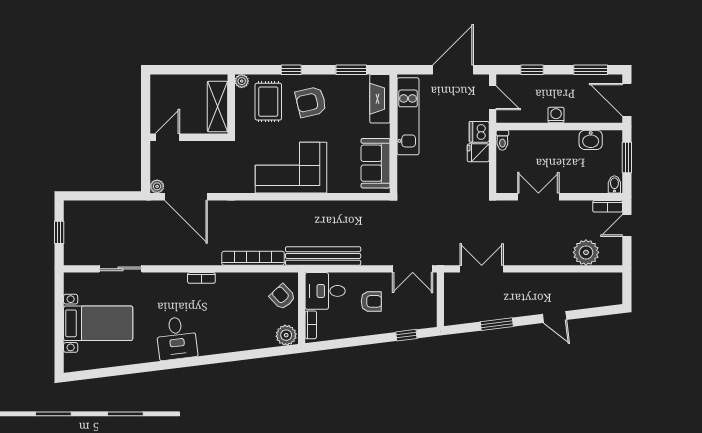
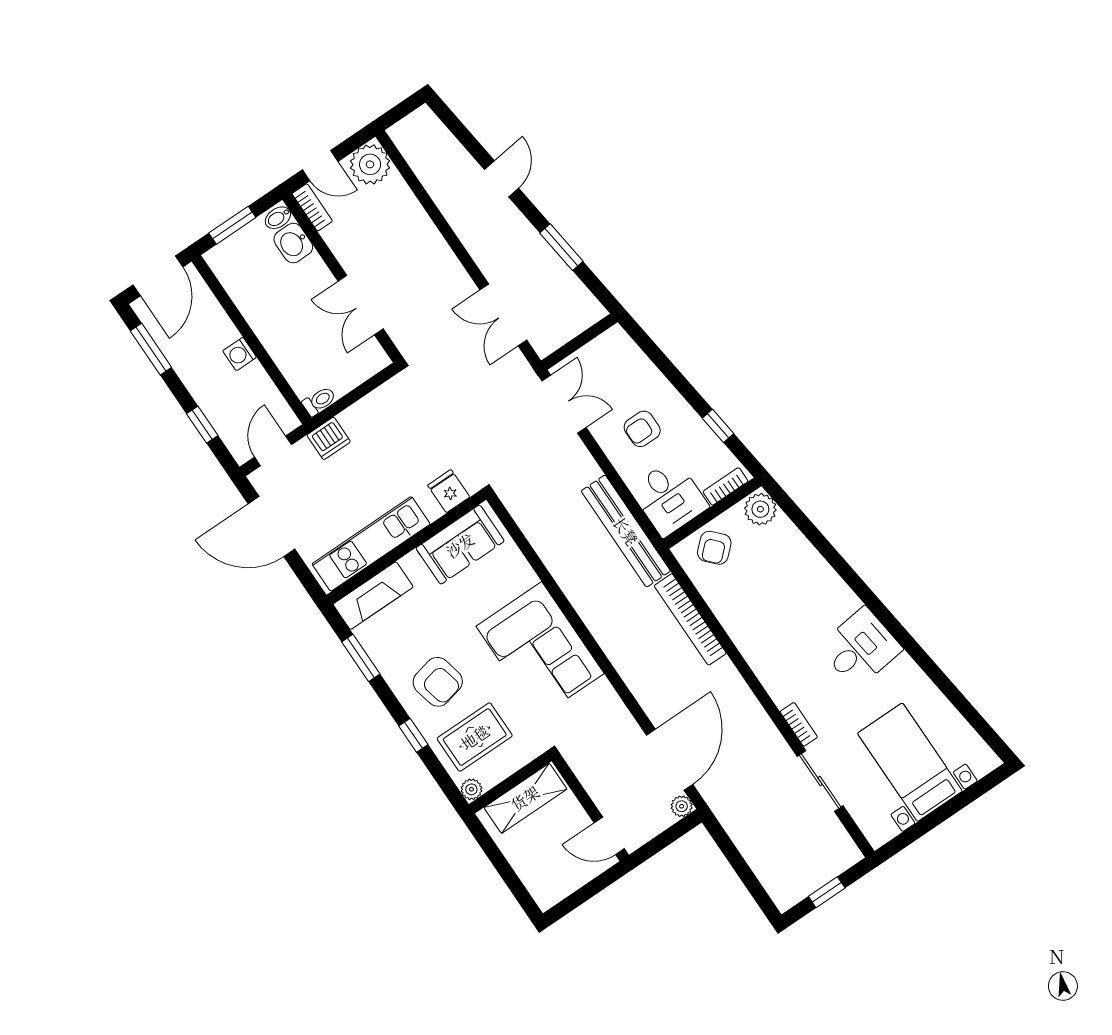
washbasin: (591, 140) -> (293, 243), moved, turned 180
fridge: (478, 153) -> (449, 491), moved, turned 180
plant: (586, 252) -> (370, 164), moved
bookcase: (201, 278) -> (799, 724), moved
armchair: (371, 301) -> (642, 429), turned -90
window: (406, 335) -> (718, 426), moved

